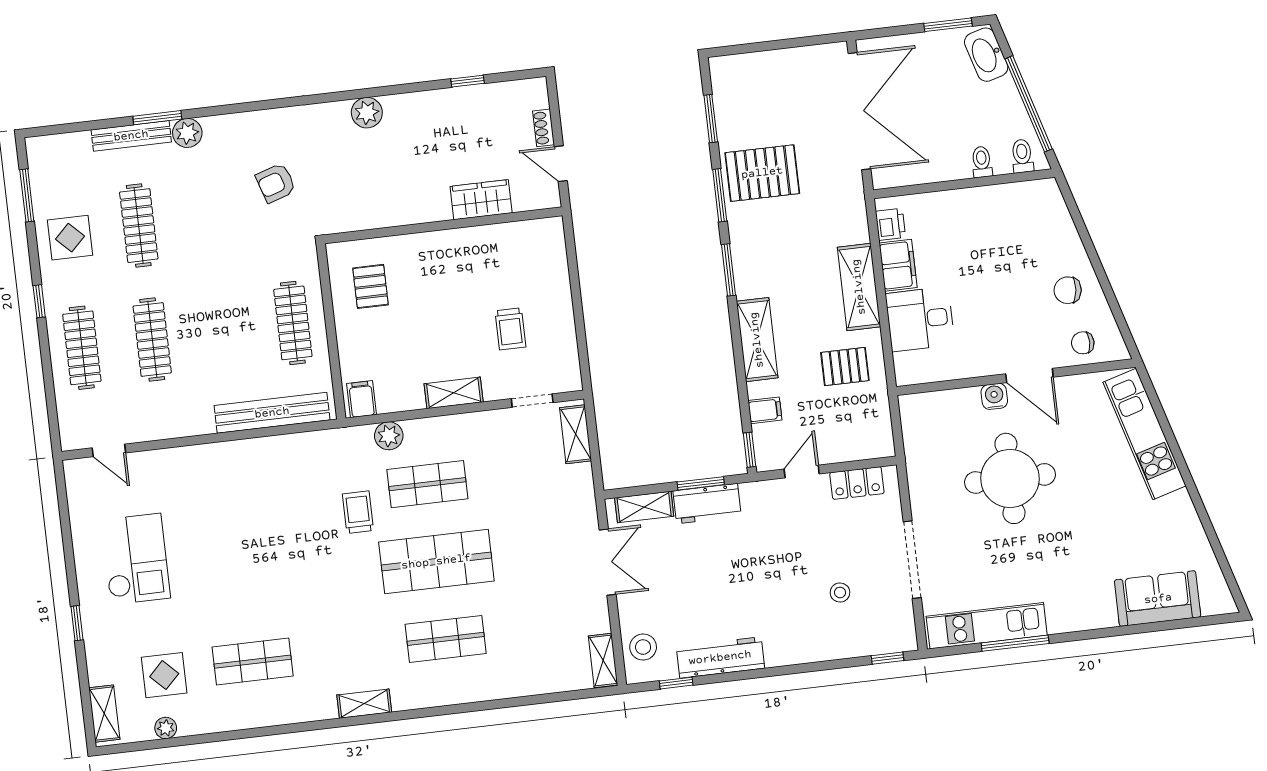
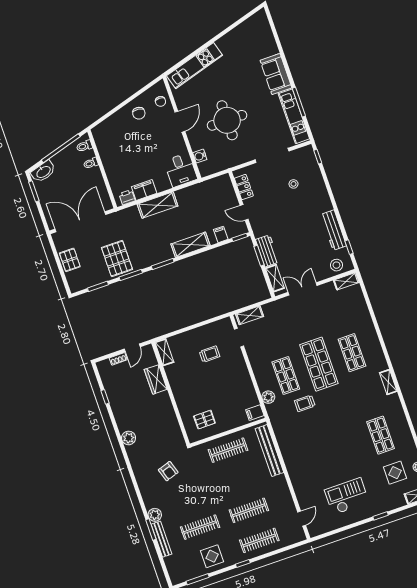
desk: (920, 319) -> (181, 170), moved
pallet: (845, 367) -> (70, 260), moved
shelving: (454, 393) -> (164, 352), moved
water cooler: (994, 396) -> (200, 156), moved
sofa: (1158, 599) -> (276, 74), moved

